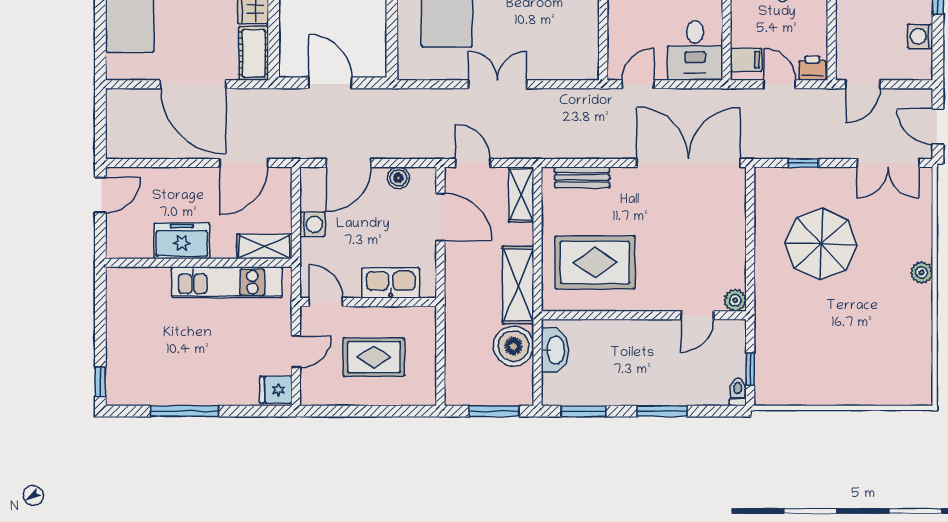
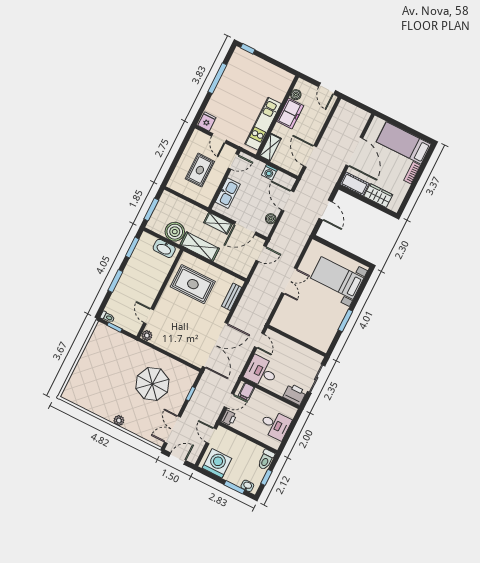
washing machine: (920, 36) -> (217, 463), width x1.89, depth x1.89
door: (330, 83) -> (325, 210), hinge flipped
door: (193, 84) -> (354, 152), swing flipped
shelving: (521, 194) -> (218, 223), moved
boiler: (141, 248) -> (296, 95), added
rug: (595, 262) -> (193, 284), turned 90

